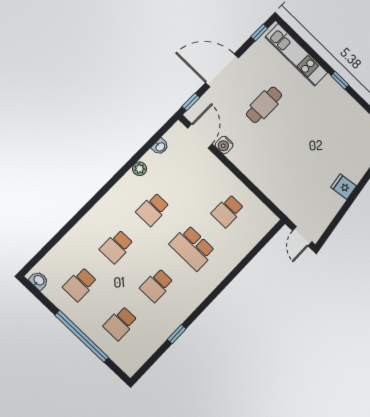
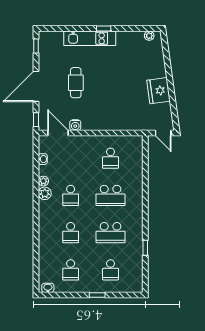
kitchen unit: (296, 55) -> (90, 38), moved
plant: (129, 182) -> (45, 193), added
fridge: (344, 187) -> (159, 91), width x1.88, depth x1.34
school desk: (157, 285) -> (111, 233), width x1.85
window: (82, 336) -> (97, 295), width x0.32

